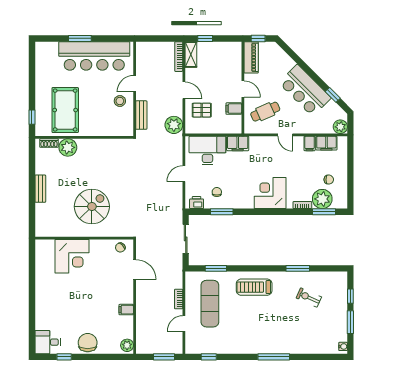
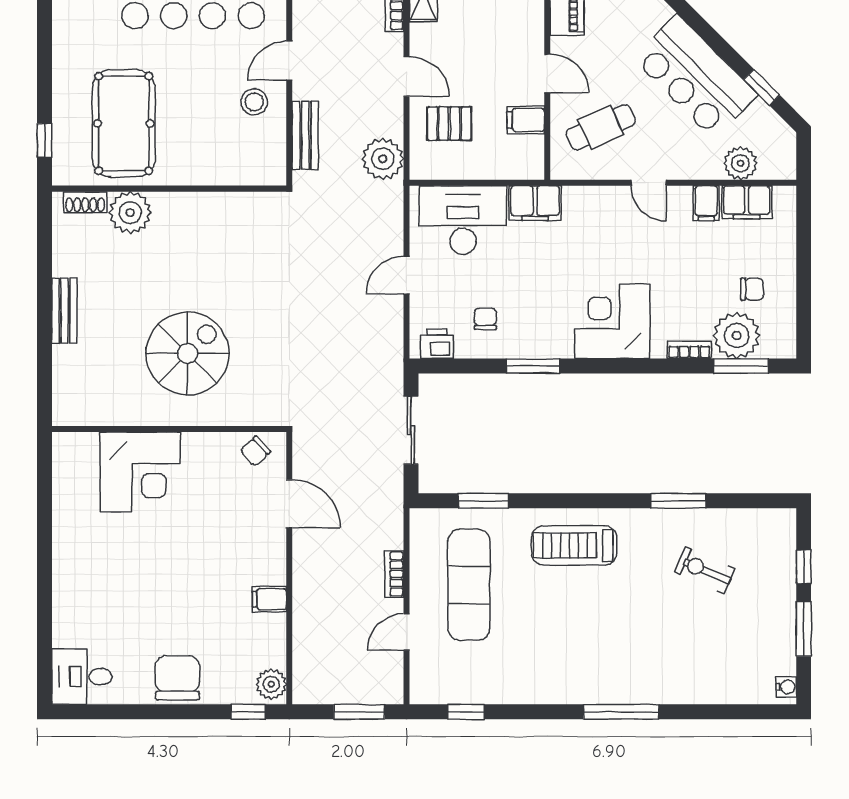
plant: (340, 127) -> (740, 163), moved
window: (222, 212) -> (533, 366), moved
window: (64, 357) -> (248, 712), moved

